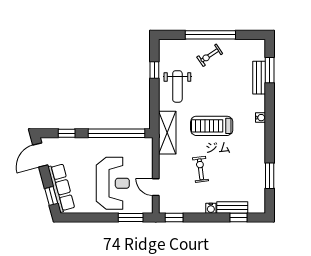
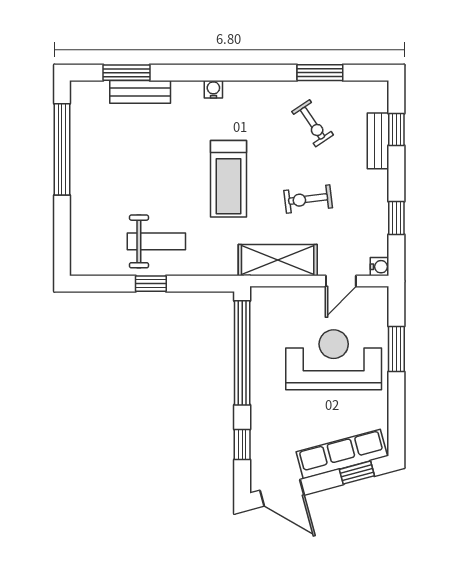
window: (210, 35) -> (62, 149), moved
exercise bike: (210, 55) -> (313, 123), moved
window: (154, 70) -> (151, 284), moved
shelving: (167, 133) -> (278, 260), moved
water cooler: (211, 208) -> (380, 267), moved
window: (131, 218) -> (396, 349), moved
window: (174, 218) -> (396, 218), moved

